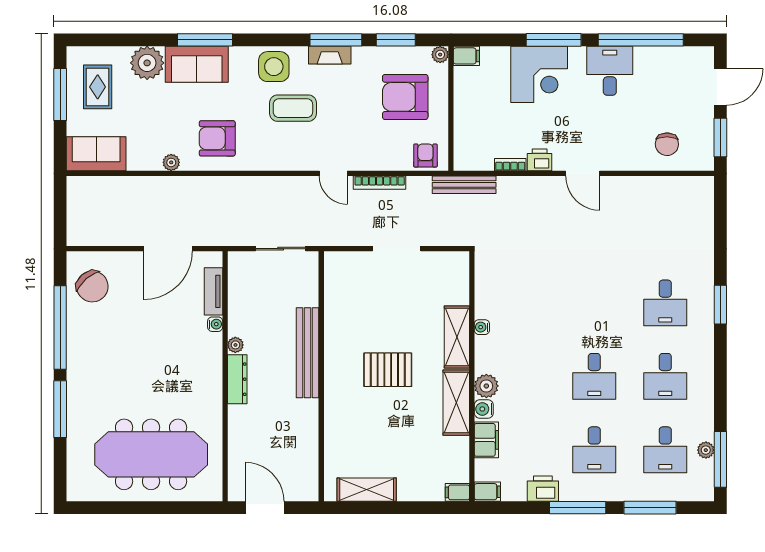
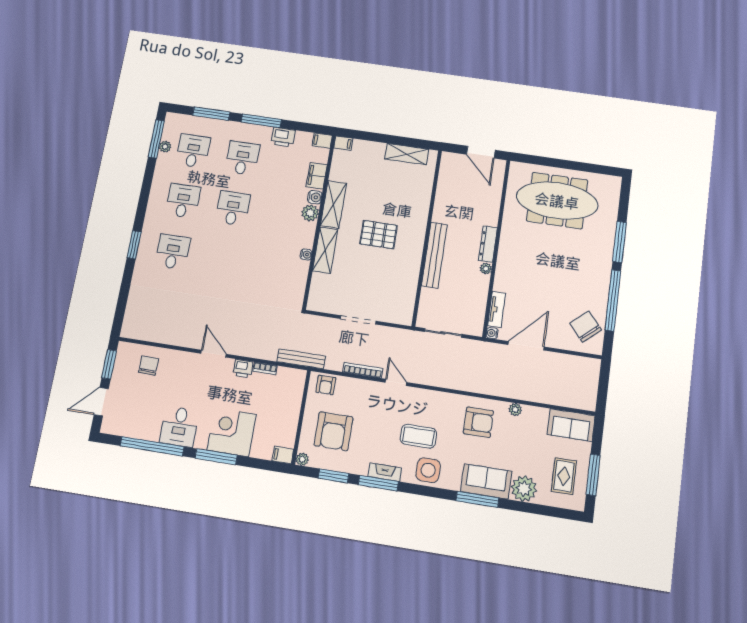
armchair: (405, 97) -> (333, 431), turned 90
water cooler: (215, 324) -> (492, 333), moved

